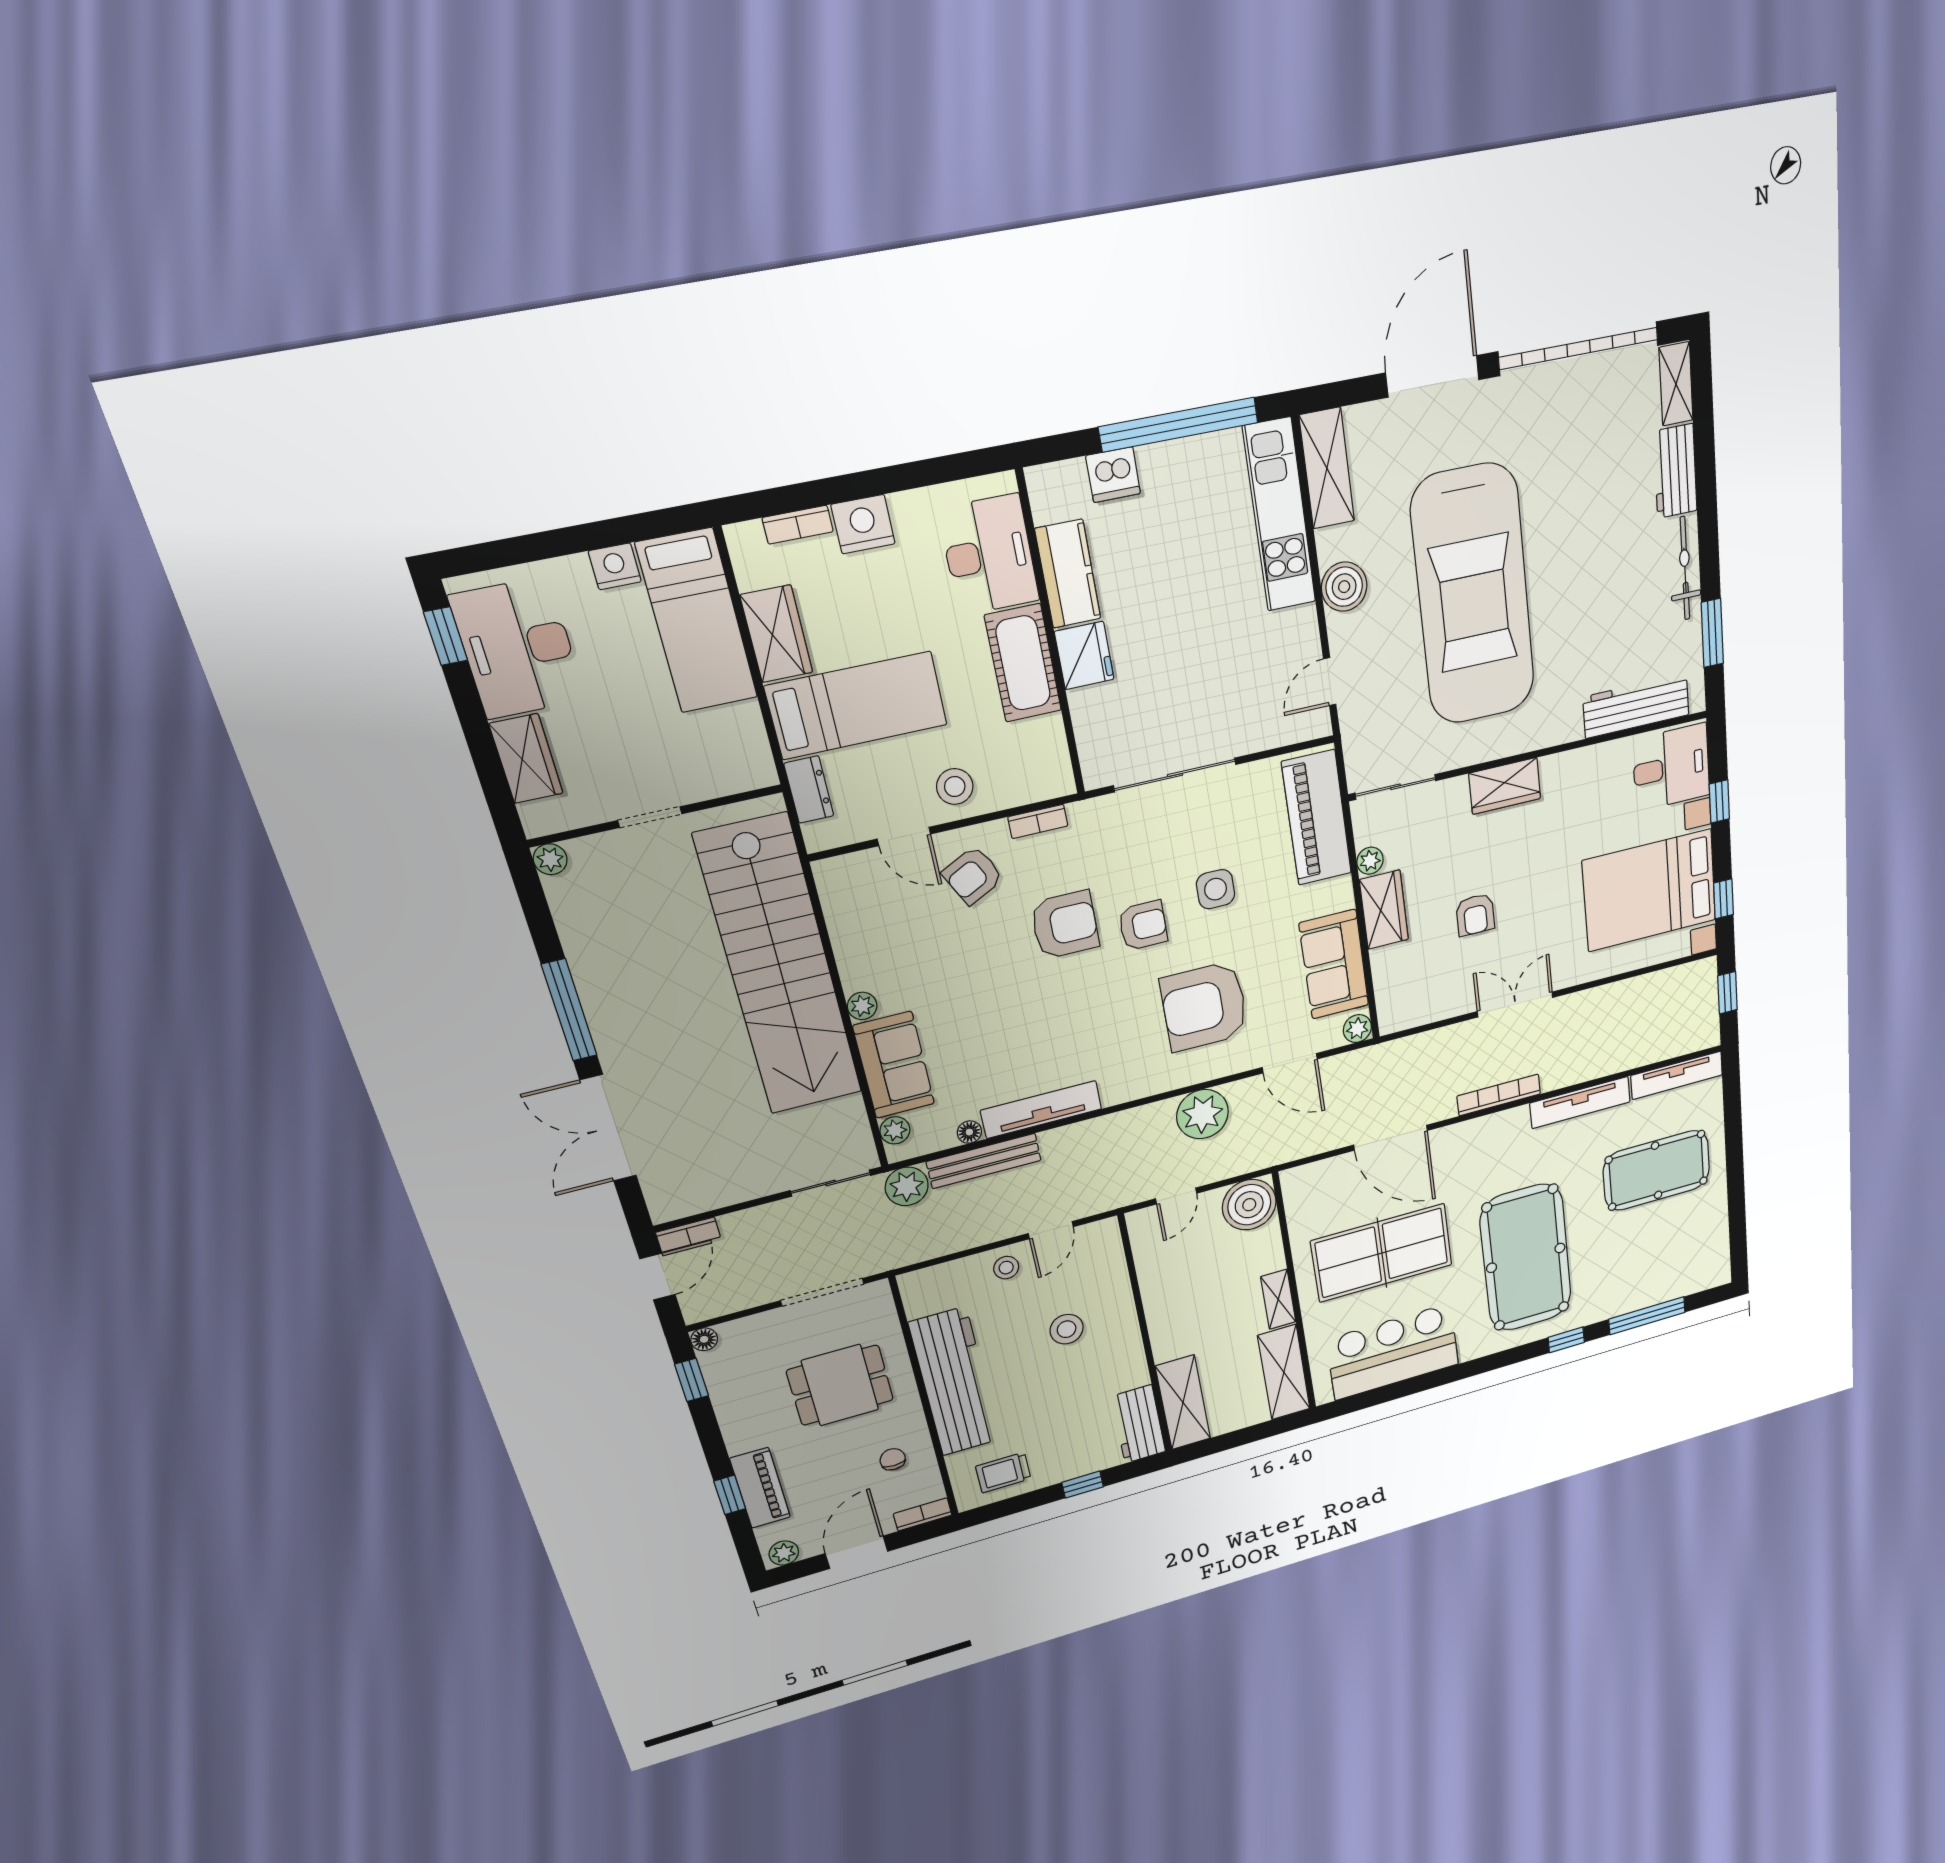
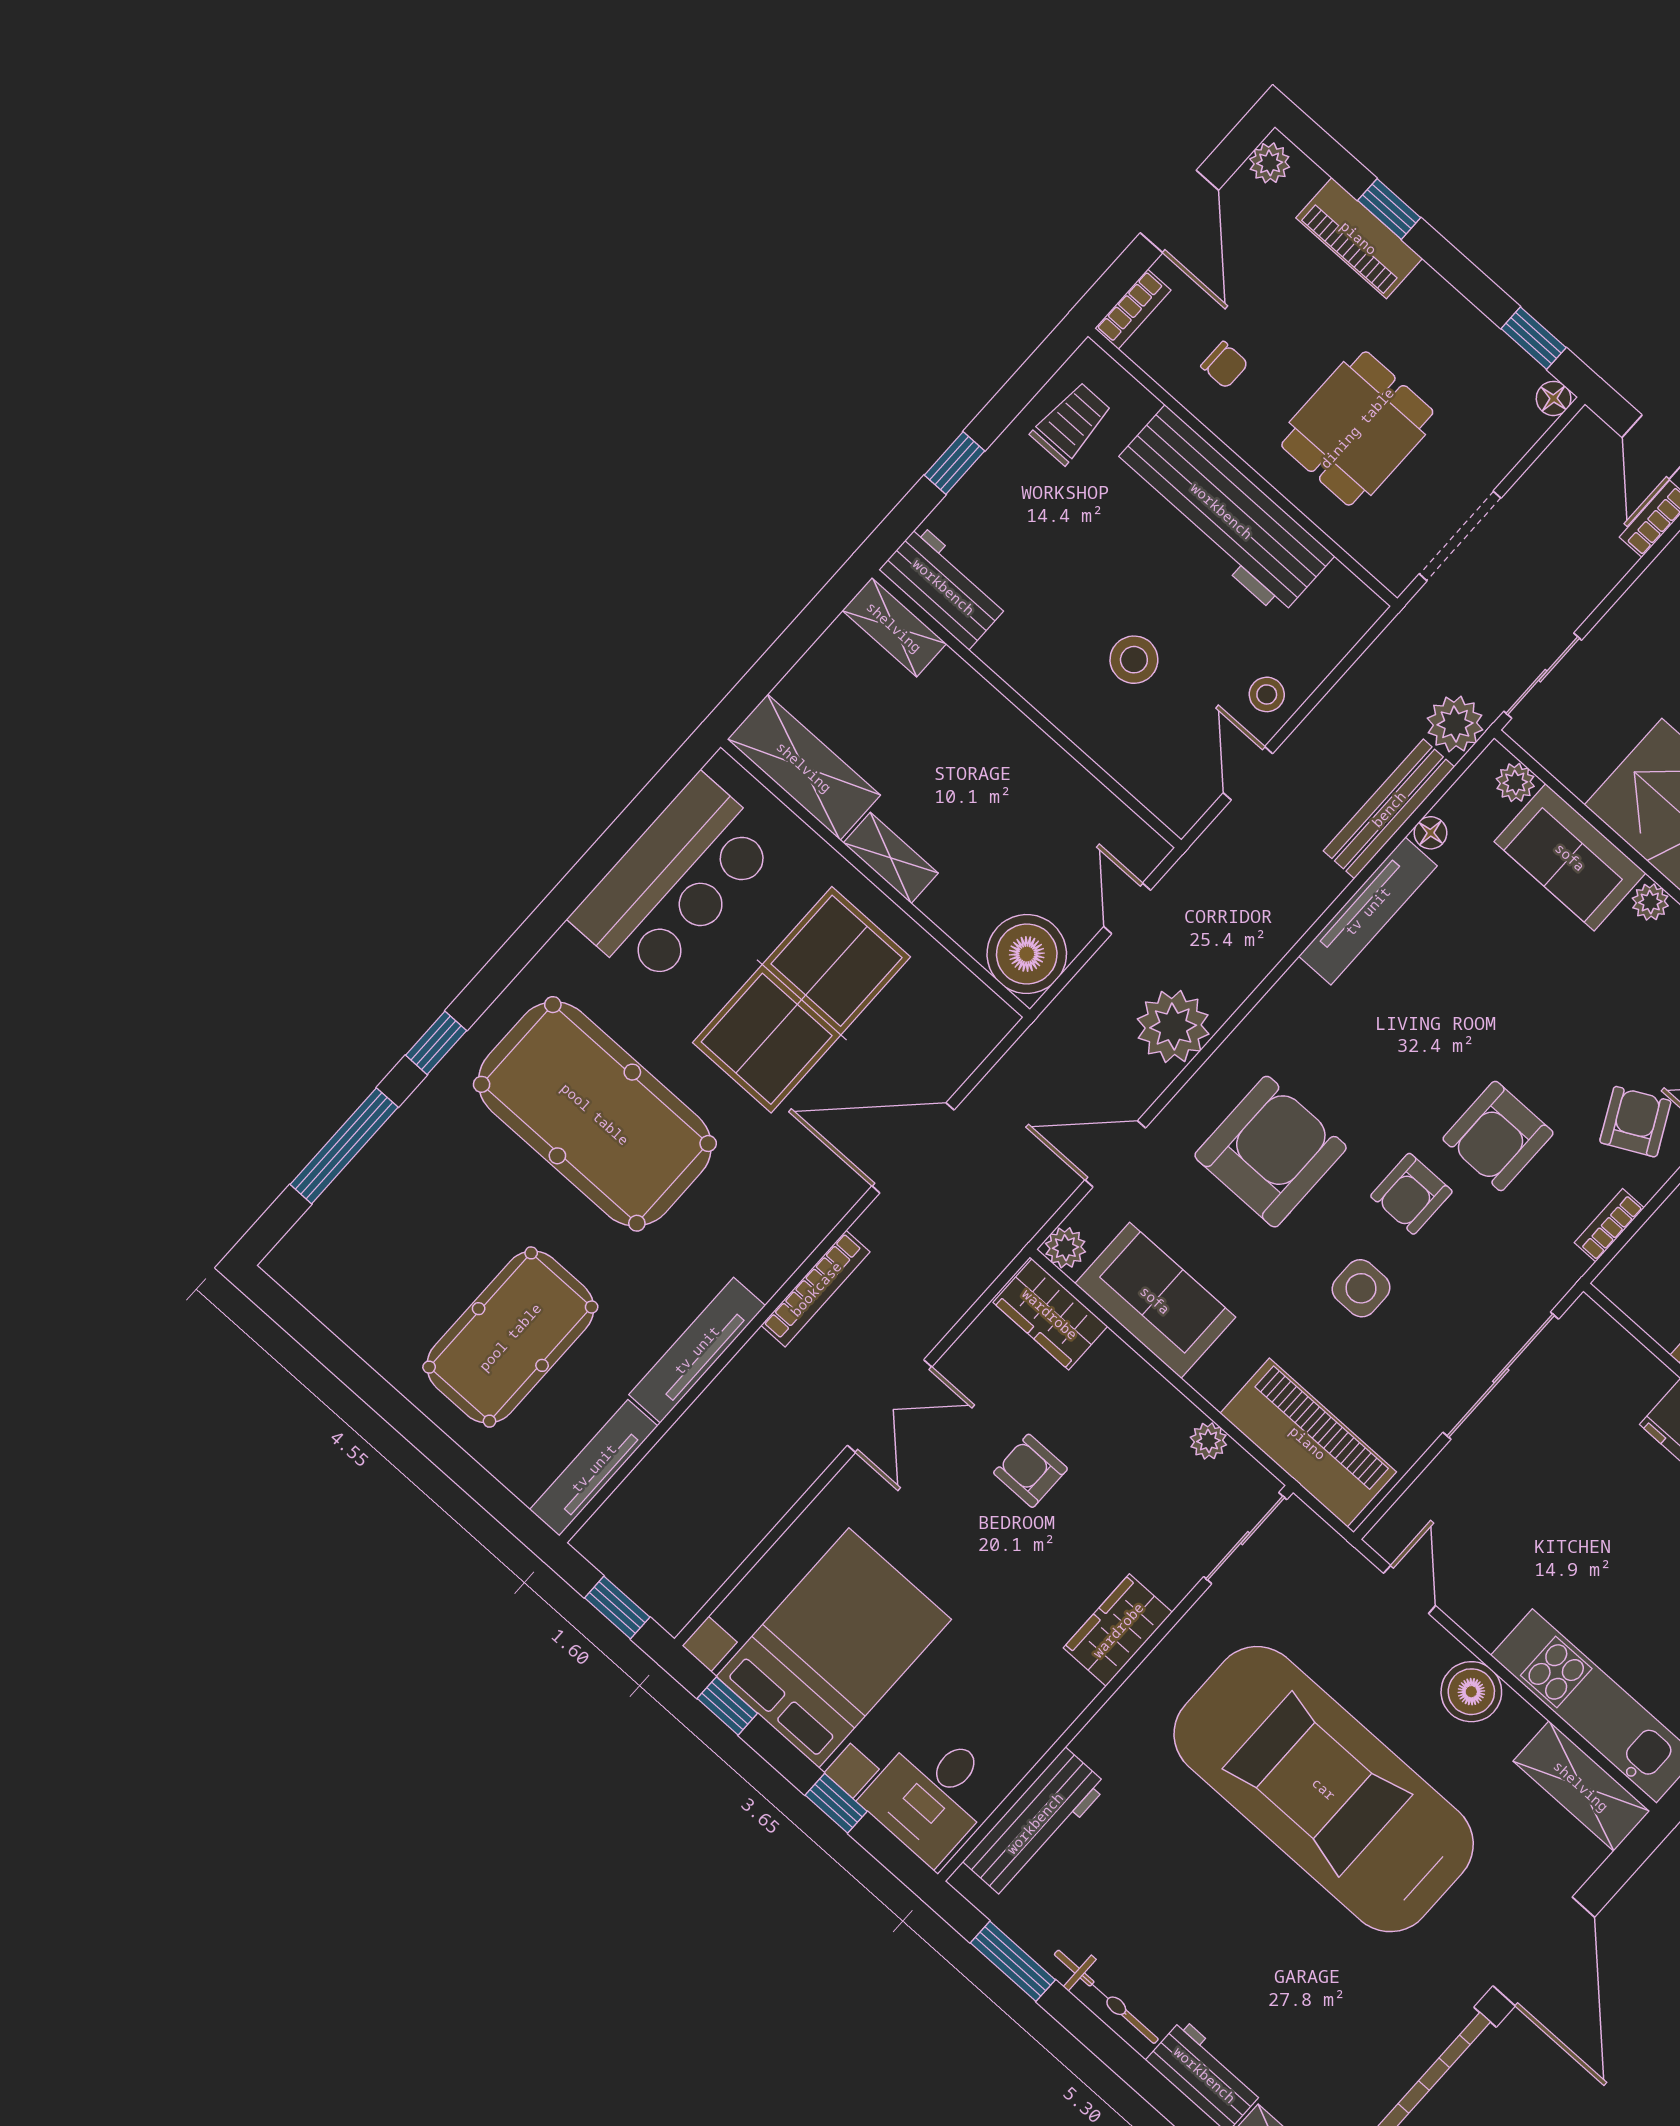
wardrobe: (1384, 910) -> (1050, 1314), moved
shelving: (1183, 1402) -> (894, 627), width x0.67, depth x0.75

